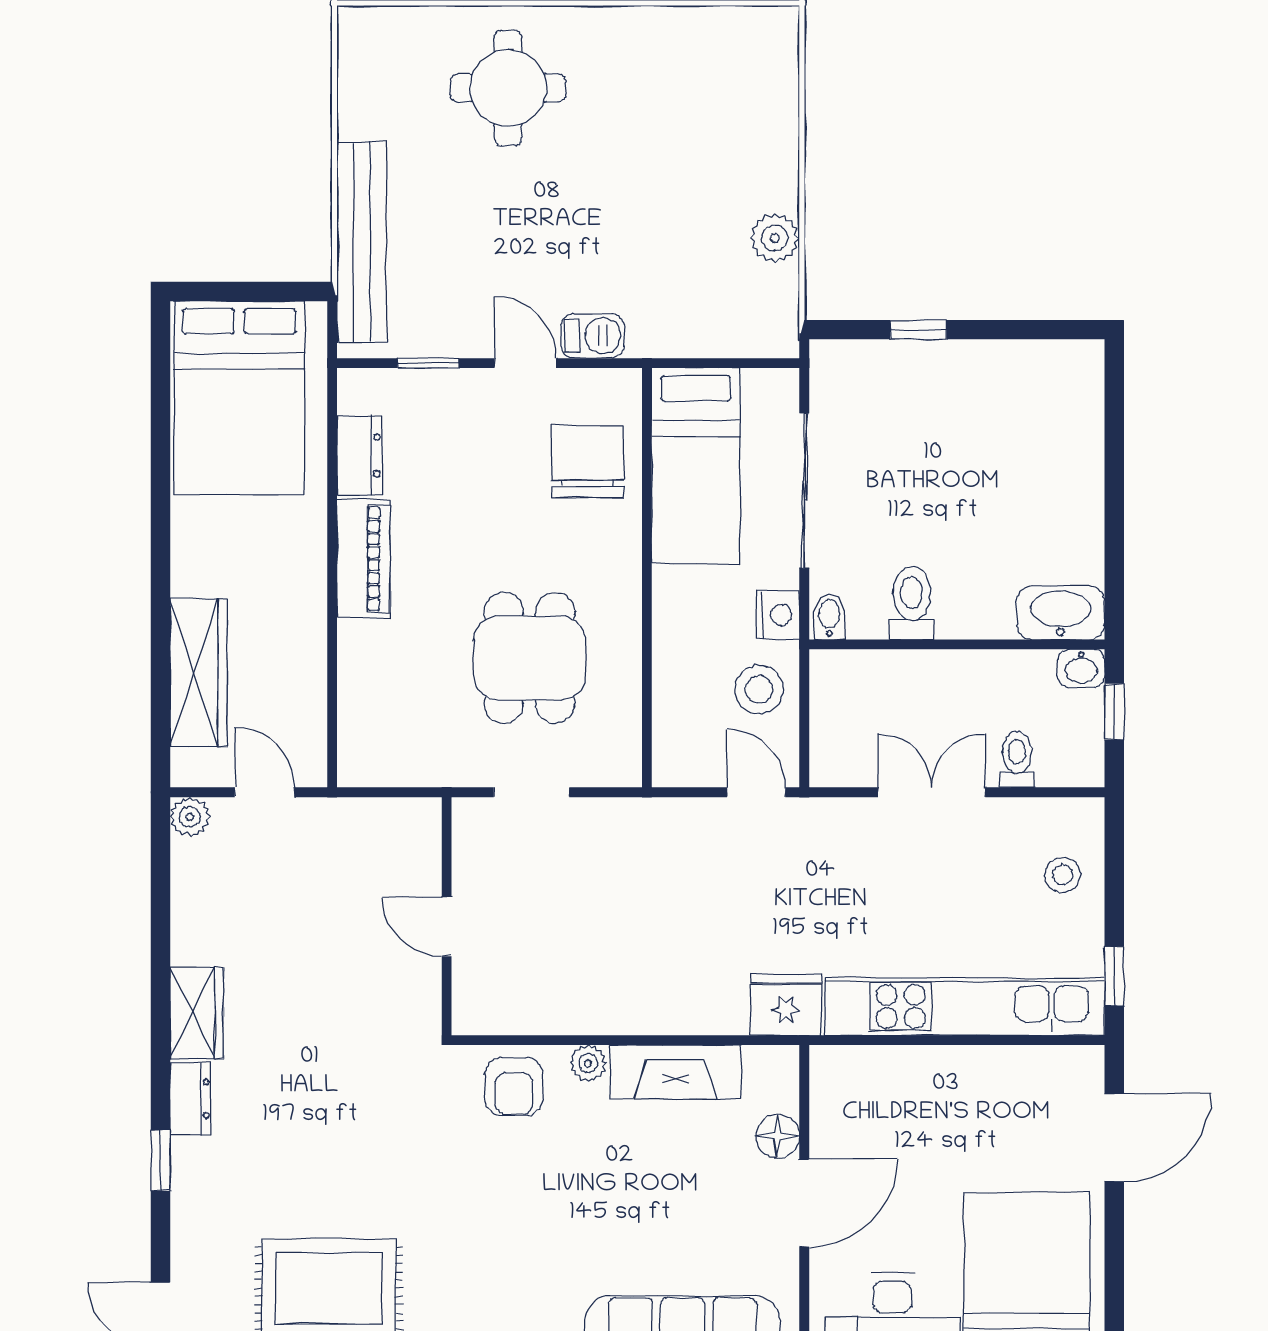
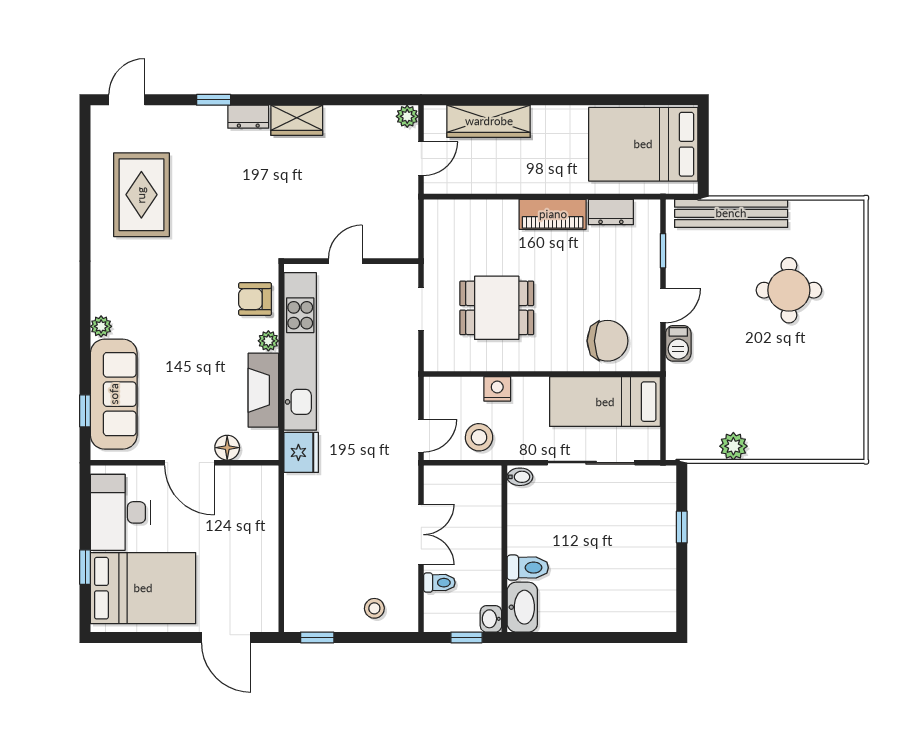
round table: (508, 88) -> (789, 290), moved
toilet: (912, 603) -> (528, 568), moved
nightstand: (778, 615) -> (497, 389), moved, turned 180
kitchen unit: (965, 1007) -> (300, 351), moved

